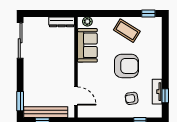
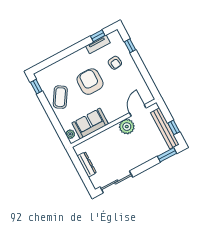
dresser: (62, 22) -> (87, 164), moved
plant: (66, 78) -> (127, 127), added

